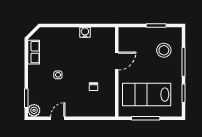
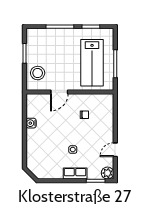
stool: (164, 50) -> (38, 73), moved
row of seats: (34, 52) -> (75, 173), moved
door: (117, 61) -> (59, 92), swing flipped
door: (58, 118) -> (115, 150), hinge flipped

